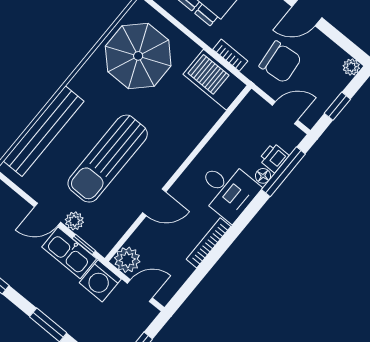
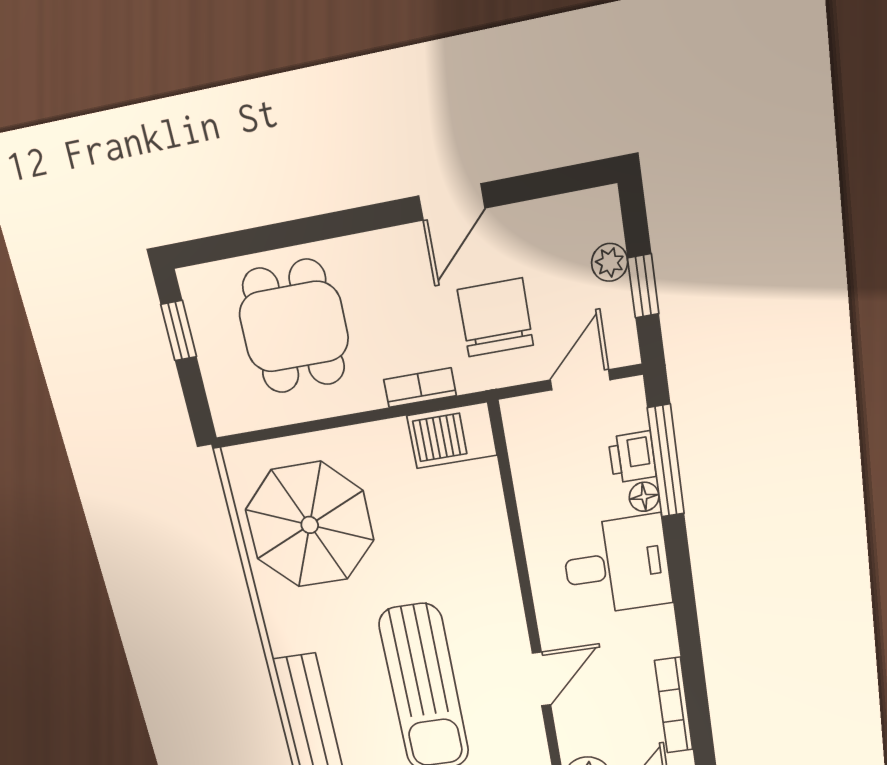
chair: (280, 62) -> (495, 318), turned -84
plant: (351, 67) -> (610, 262), moved
barbecue: (215, 80) -> (452, 435), width x0.73, depth x0.83
bookcase: (208, 243) -> (674, 705), moved

